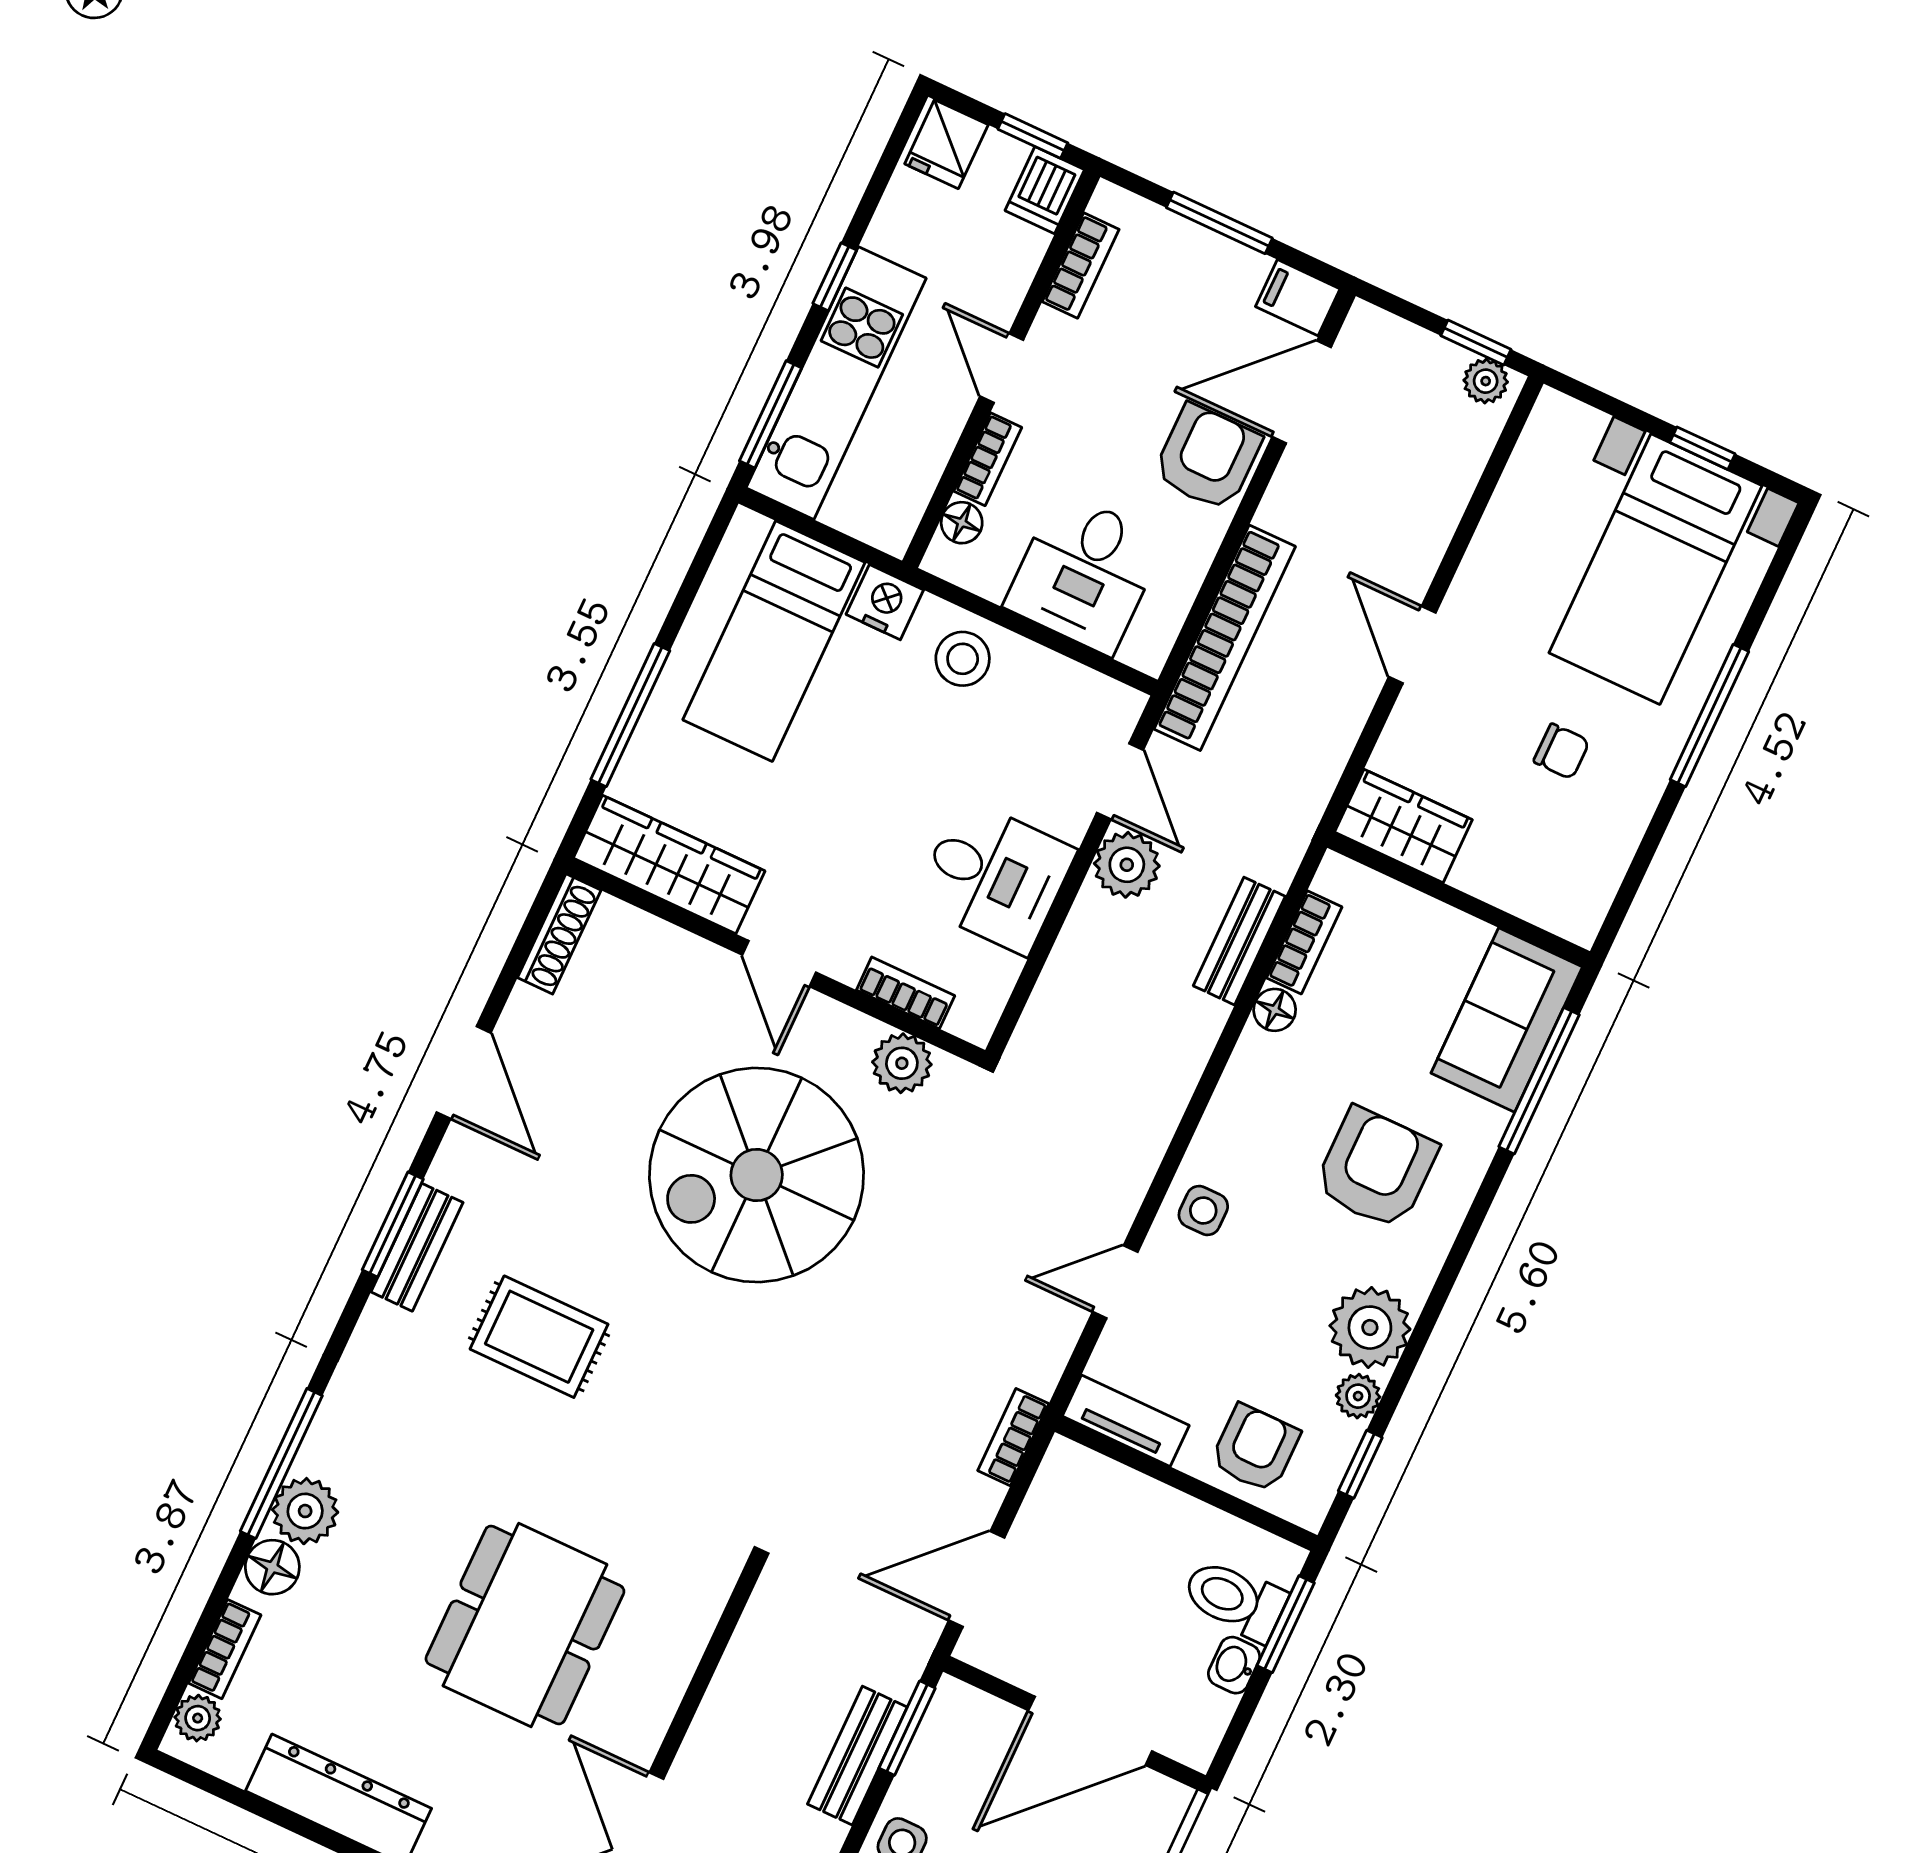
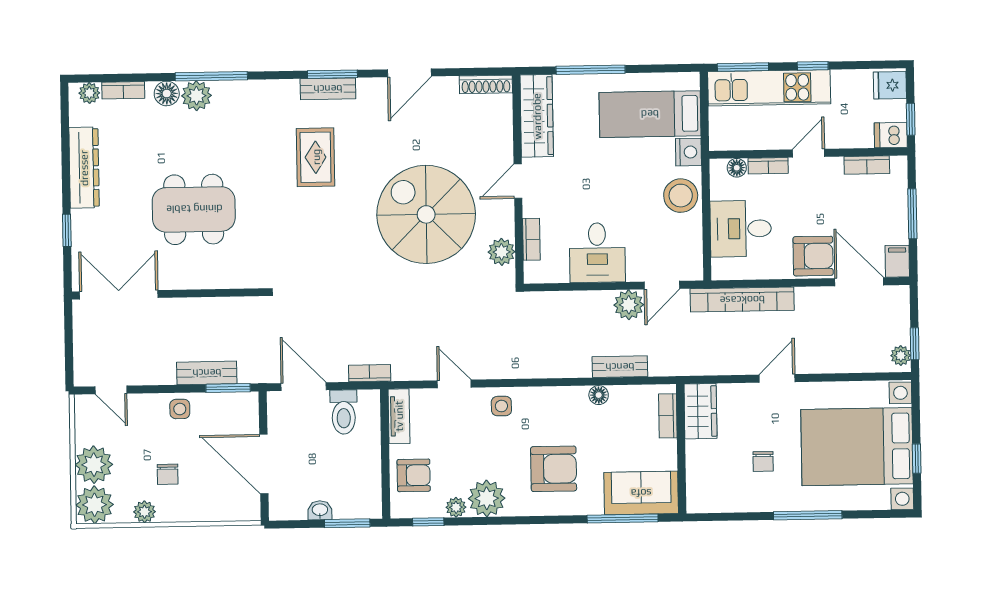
bed with nightstands: (1655, 569) -> (857, 447), width x1.36
stool: (963, 659) -> (681, 196), width x1.38, depth x1.38
bookcase: (1304, 942) -> (668, 416), moved, turned 90
toilet: (1234, 1599) -> (344, 412), moved, turned 180

